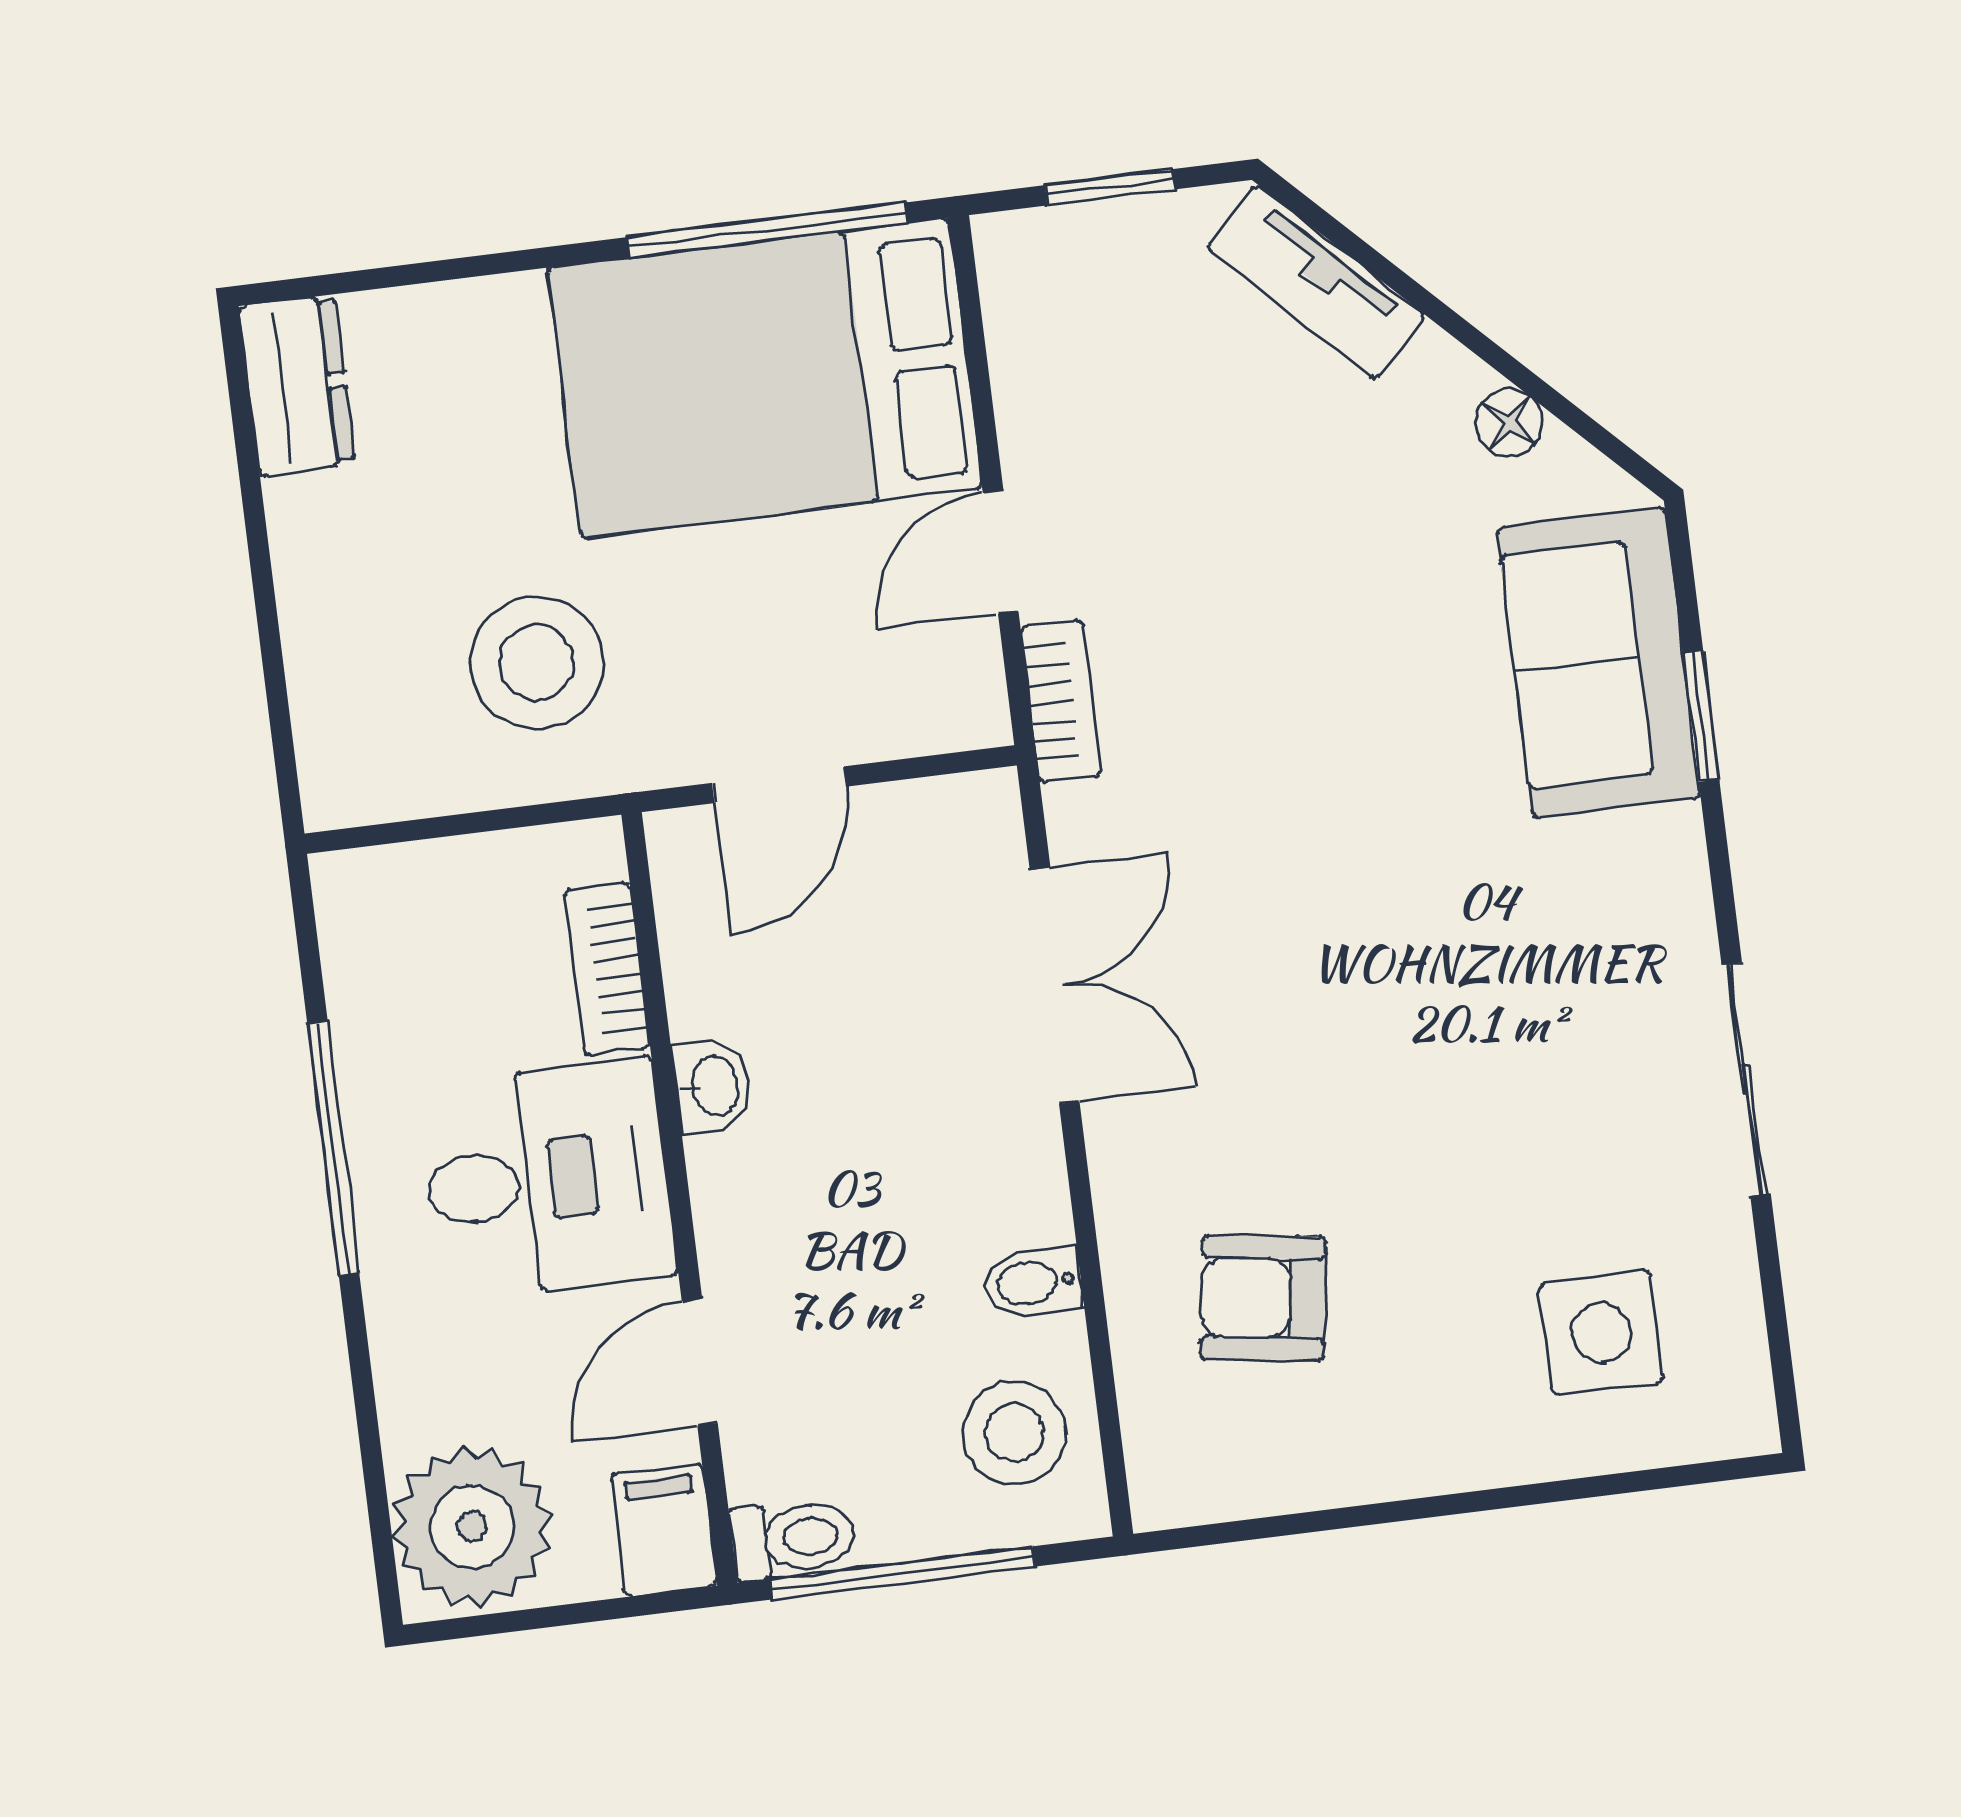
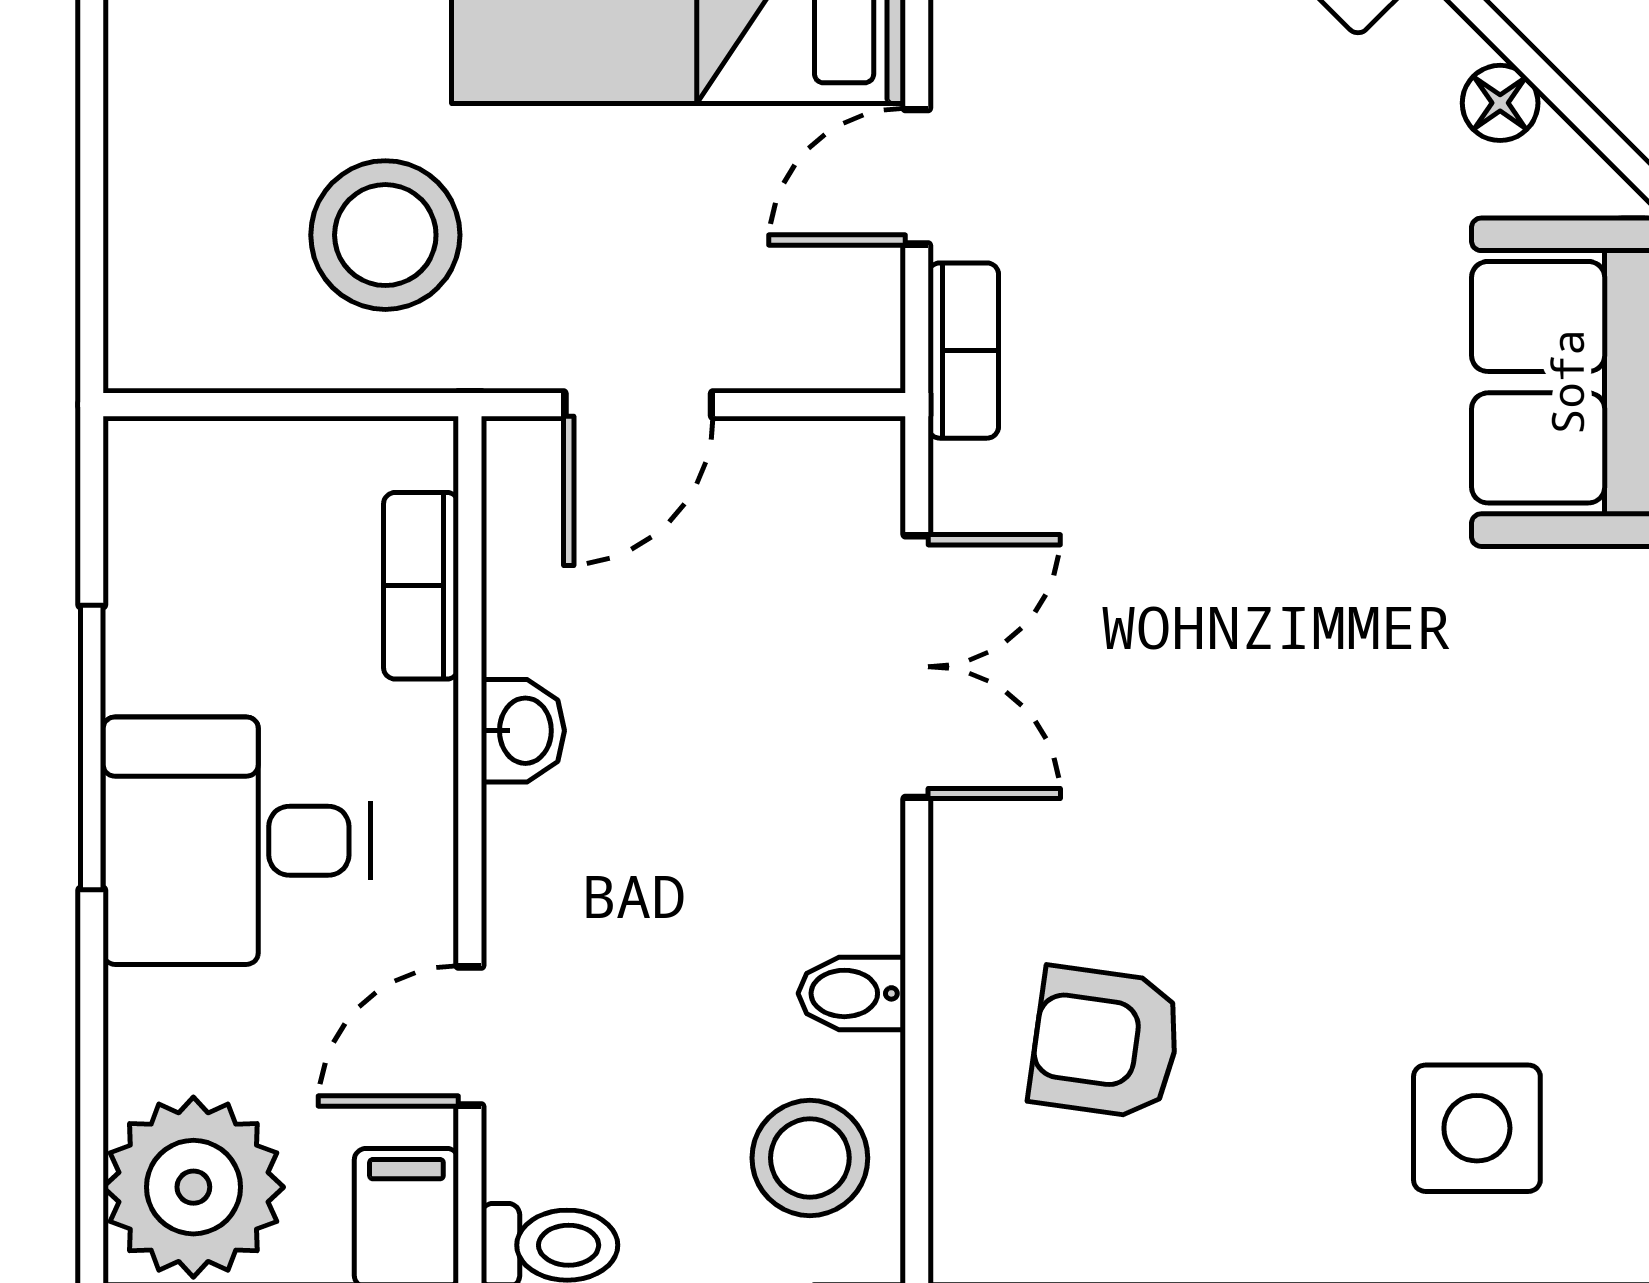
desk: (547, 1180) -> (237, 841), moved, turned 180

